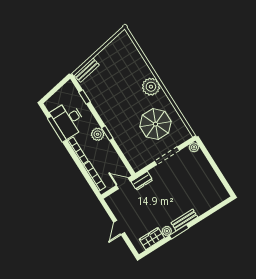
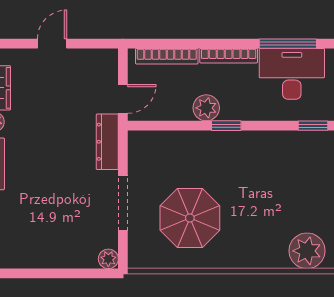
plant: (151, 87) -> (307, 251), moved
plant: (98, 134) -> (206, 108), moved
dresser: (142, 181) -> (107, 142), width x1.44
door: (119, 227) -> (52, 44), hinge flipped

